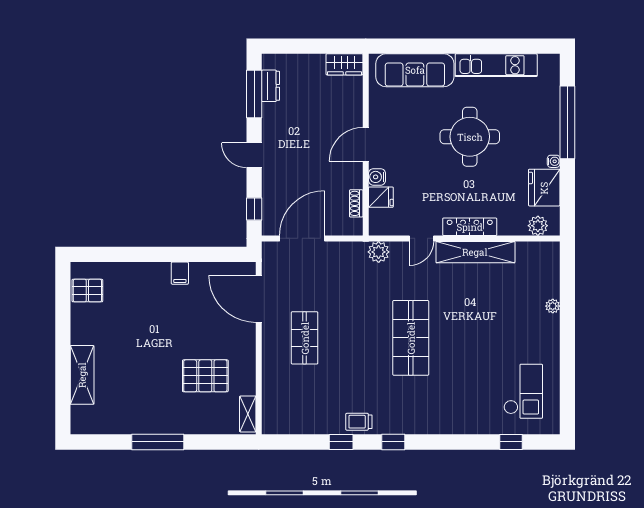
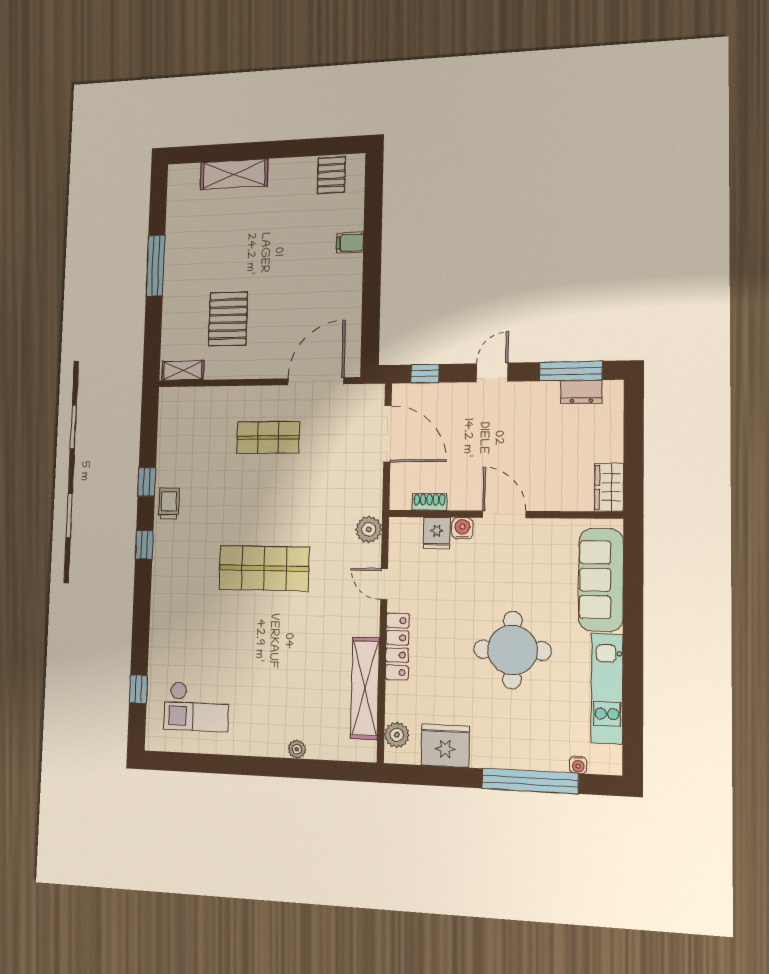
water cooler: (554, 161) -> (578, 765), moved
shelving: (475, 252) -> (365, 688), moved
filing cabinet: (180, 273) -> (350, 243), moved

